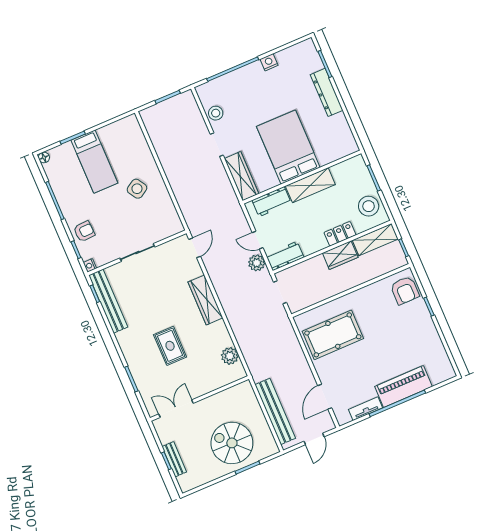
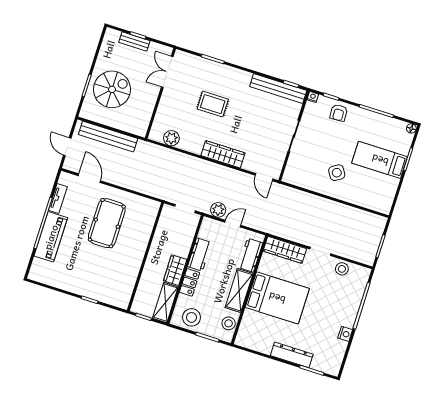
stool: (346, 170) -> (229, 323), added
workbench: (285, 256) -> (199, 255), moved
armchair: (405, 290) -> (114, 293), removed
pool table: (333, 335) -> (107, 223), moved
double door: (176, 409) -> (167, 72), swing flipped

